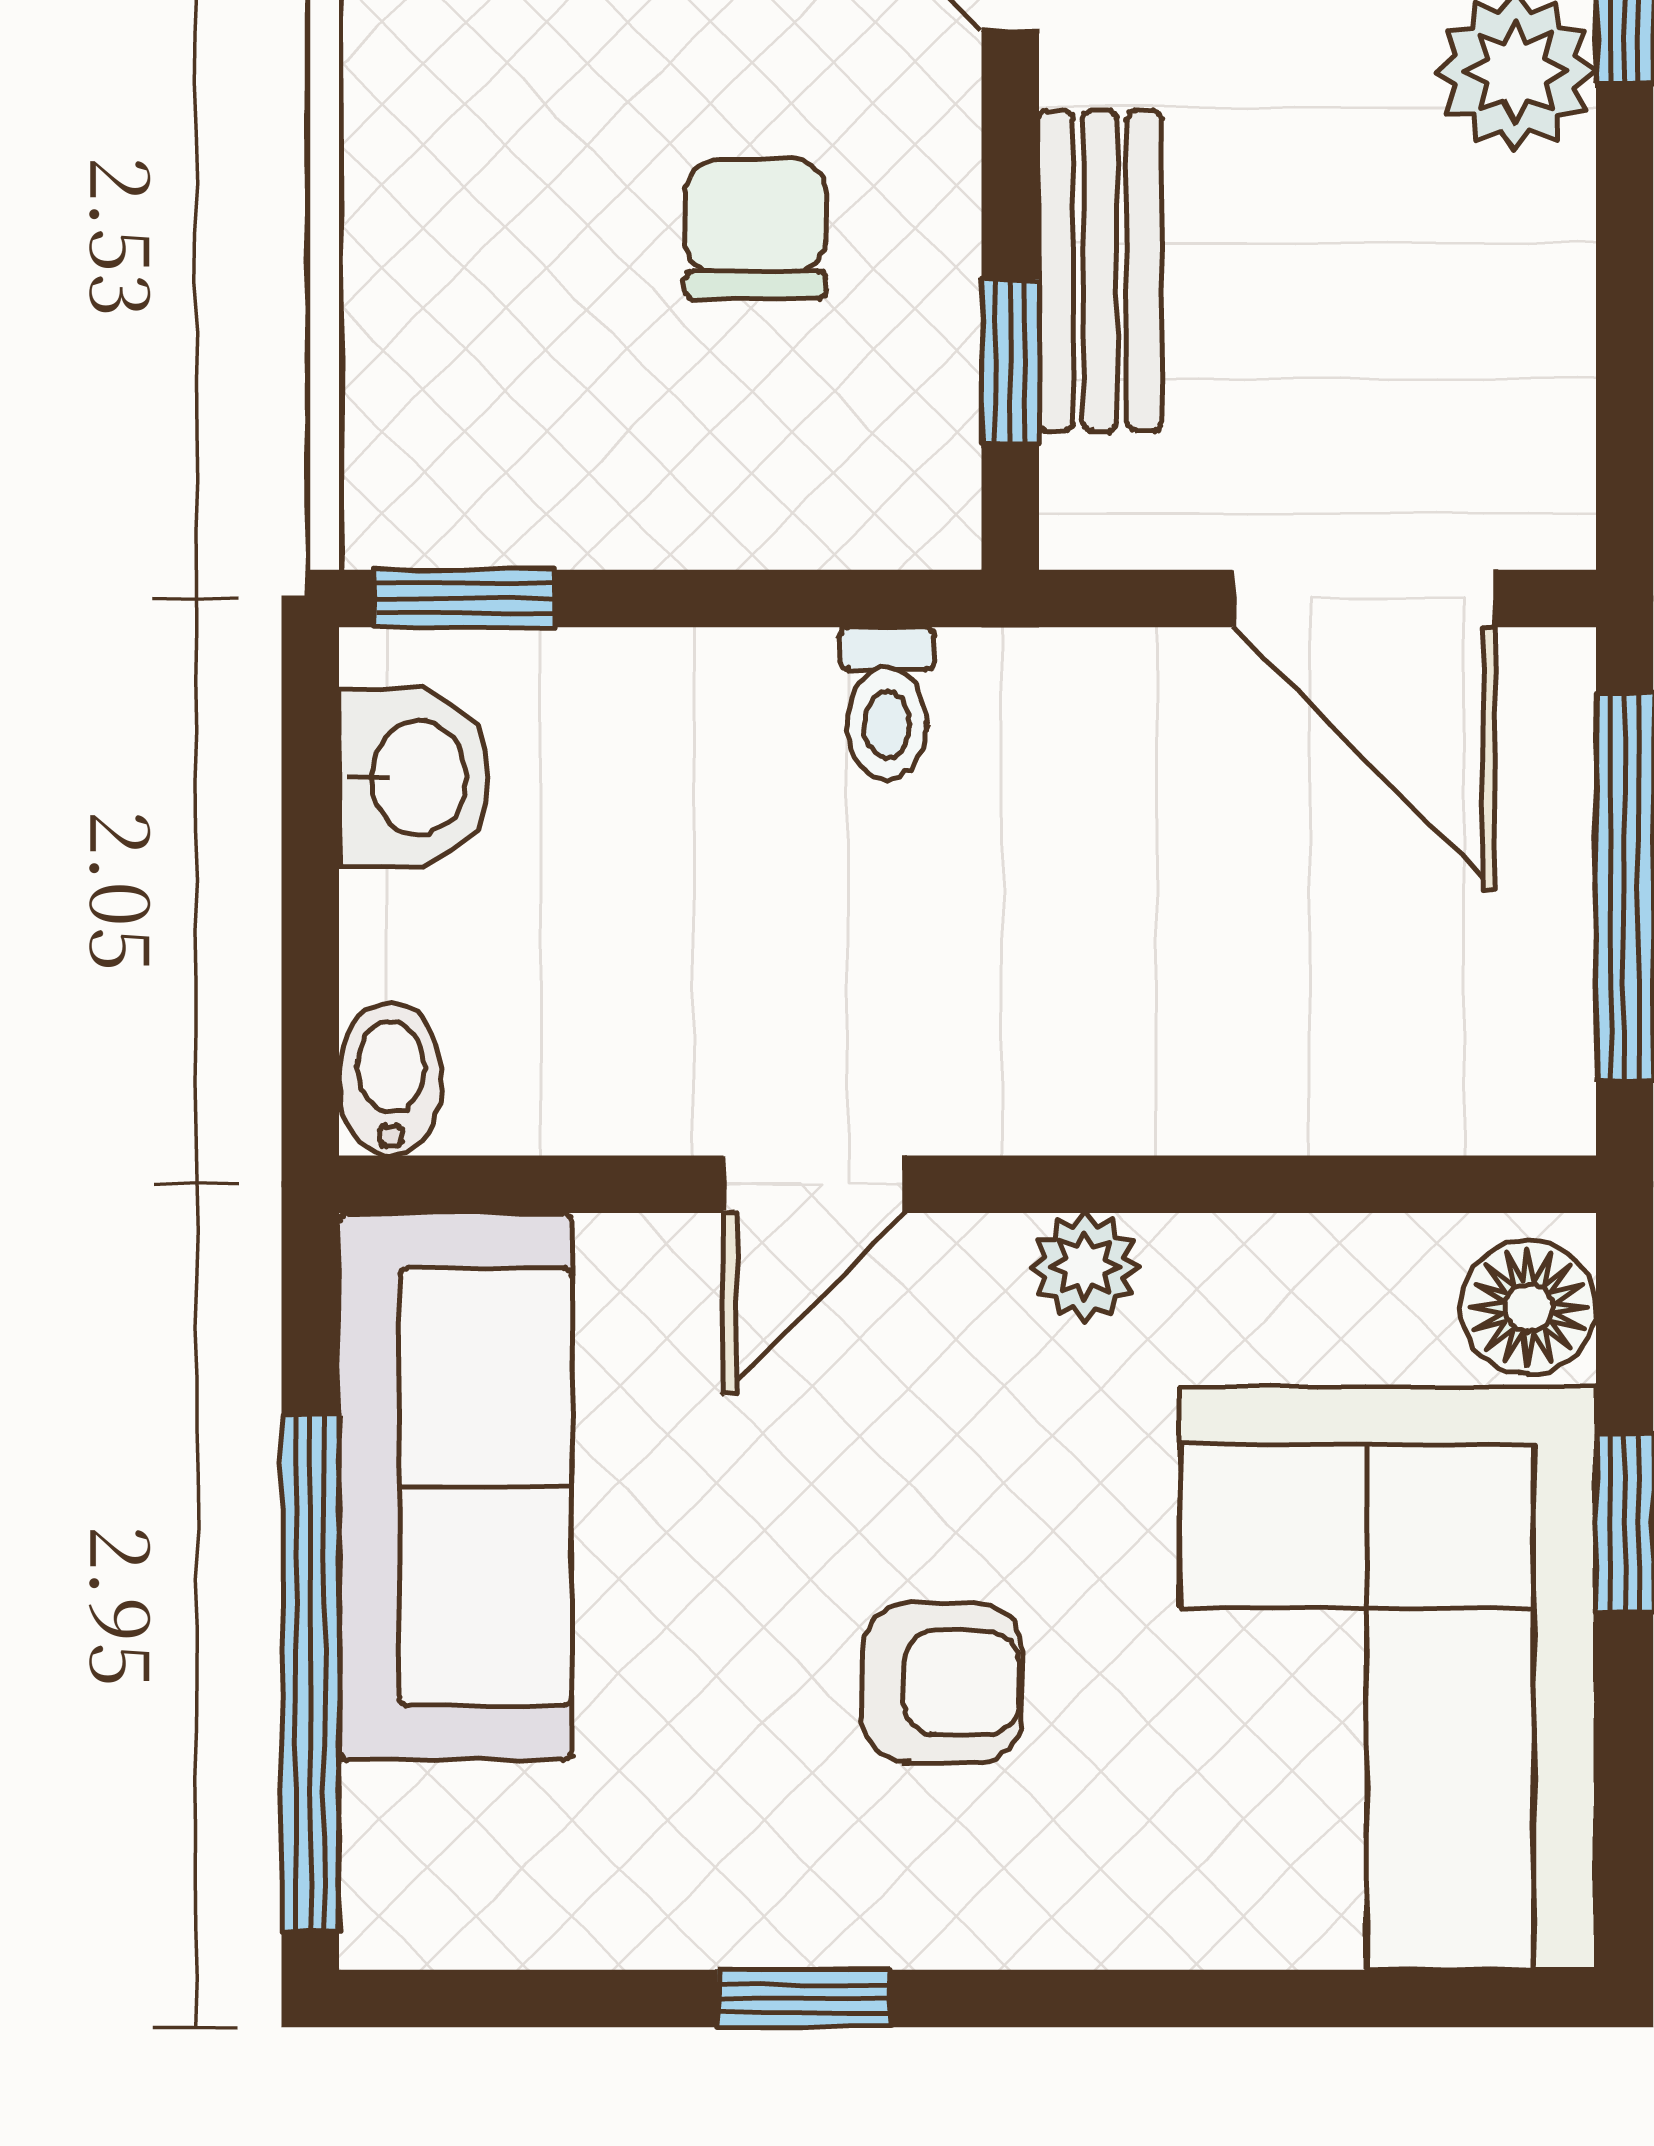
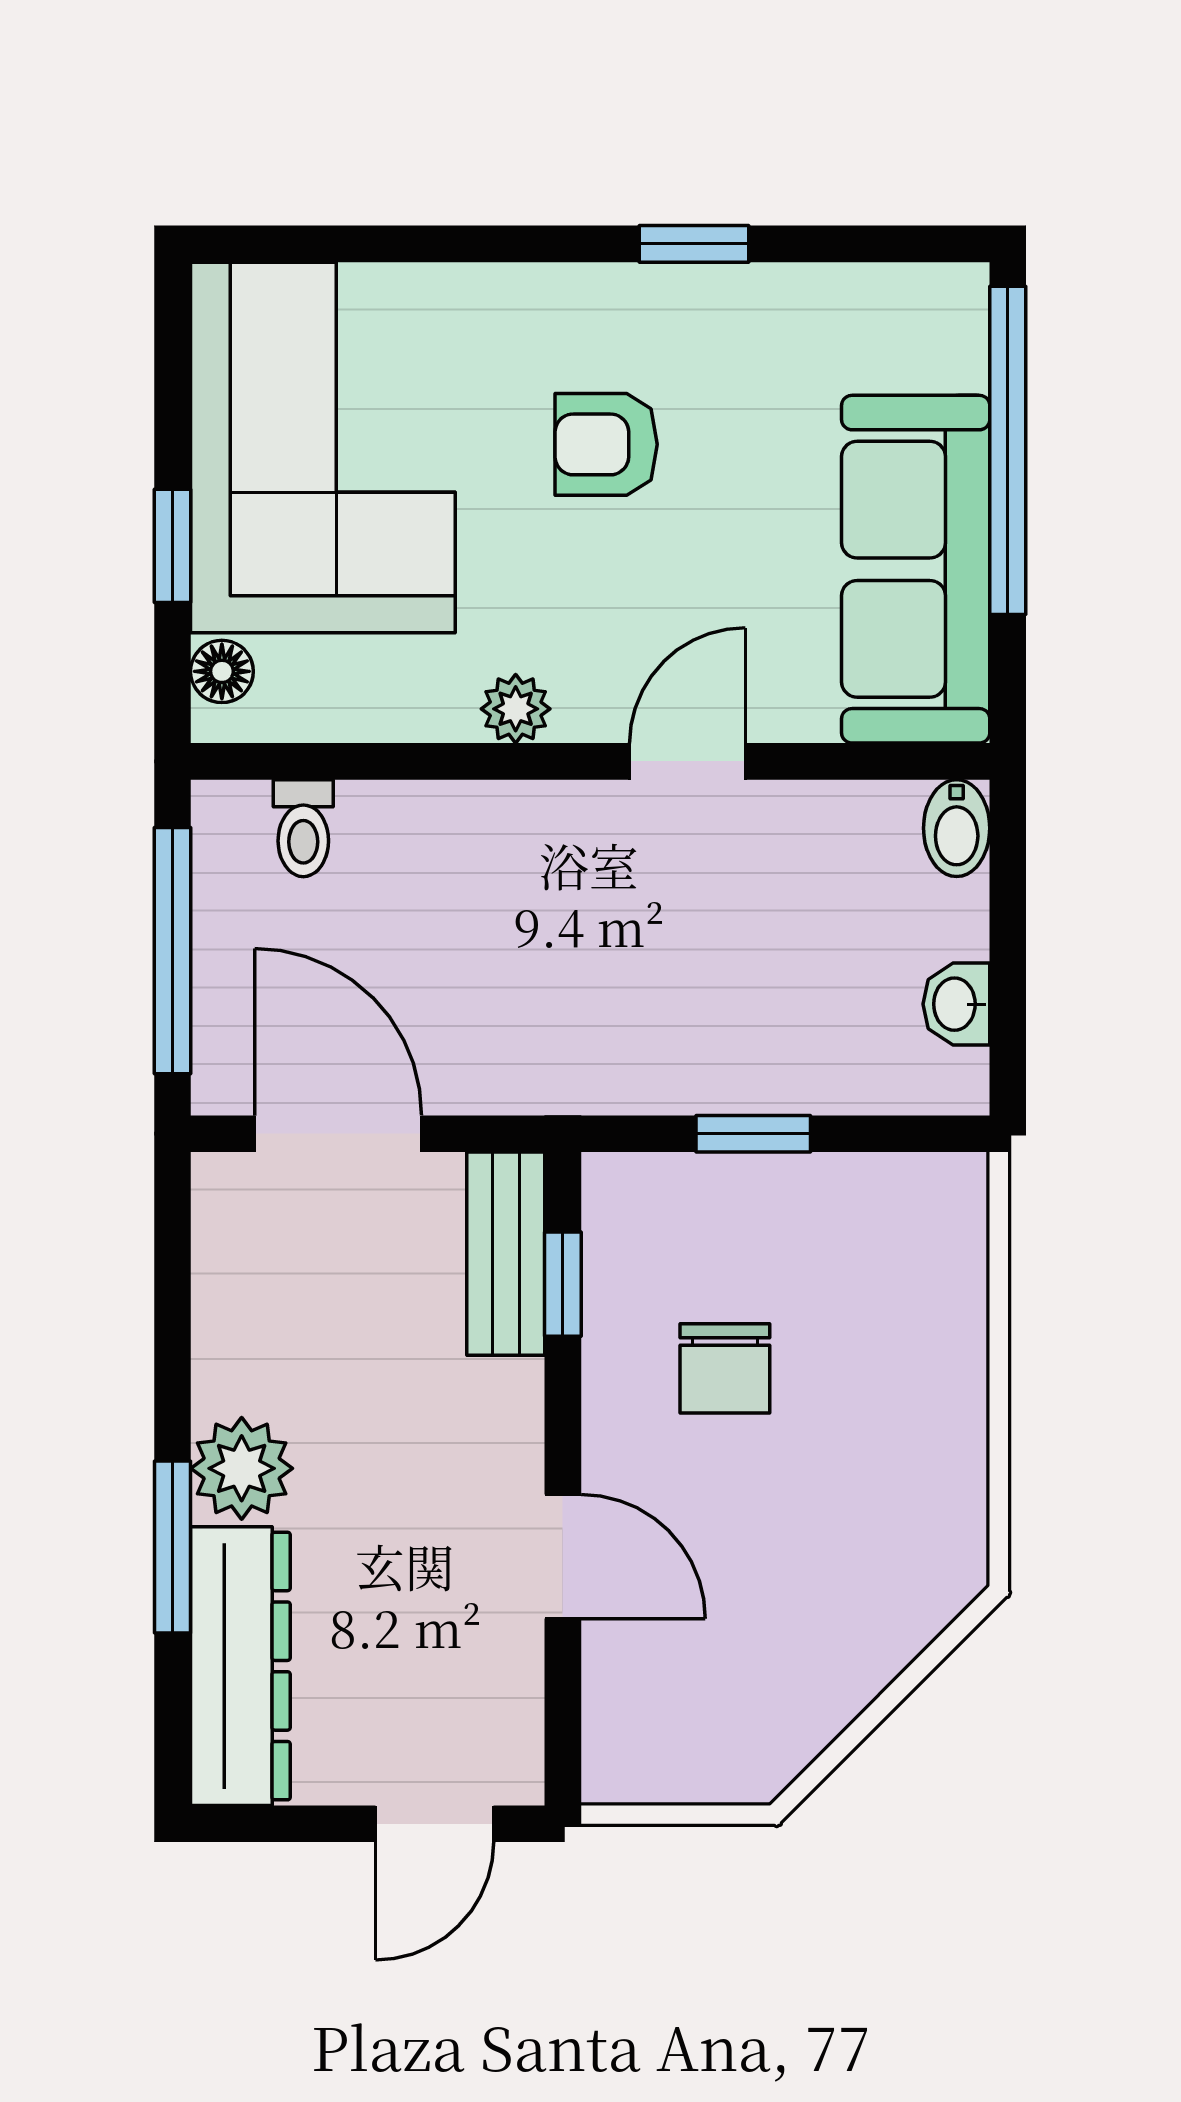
bench: (1100, 271) -> (506, 1254), moved
window: (464, 598) -> (753, 1134), moved
toilet: (887, 703) -> (303, 828), moved, turned 180
washbasin: (415, 778) -> (956, 1004), width x0.72, depth x0.69
floor lamp: (1529, 1307) -> (222, 671), width x0.73, depth x0.73

